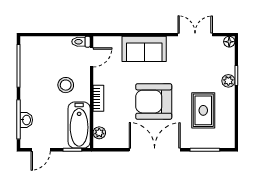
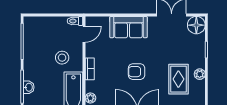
floor lamp: (229, 42) -> (196, 25), width x1.89, depth x1.89
plant: (228, 81) -> (200, 74), moved
armchair: (154, 102) -> (137, 72), width x0.53, depth x0.53

